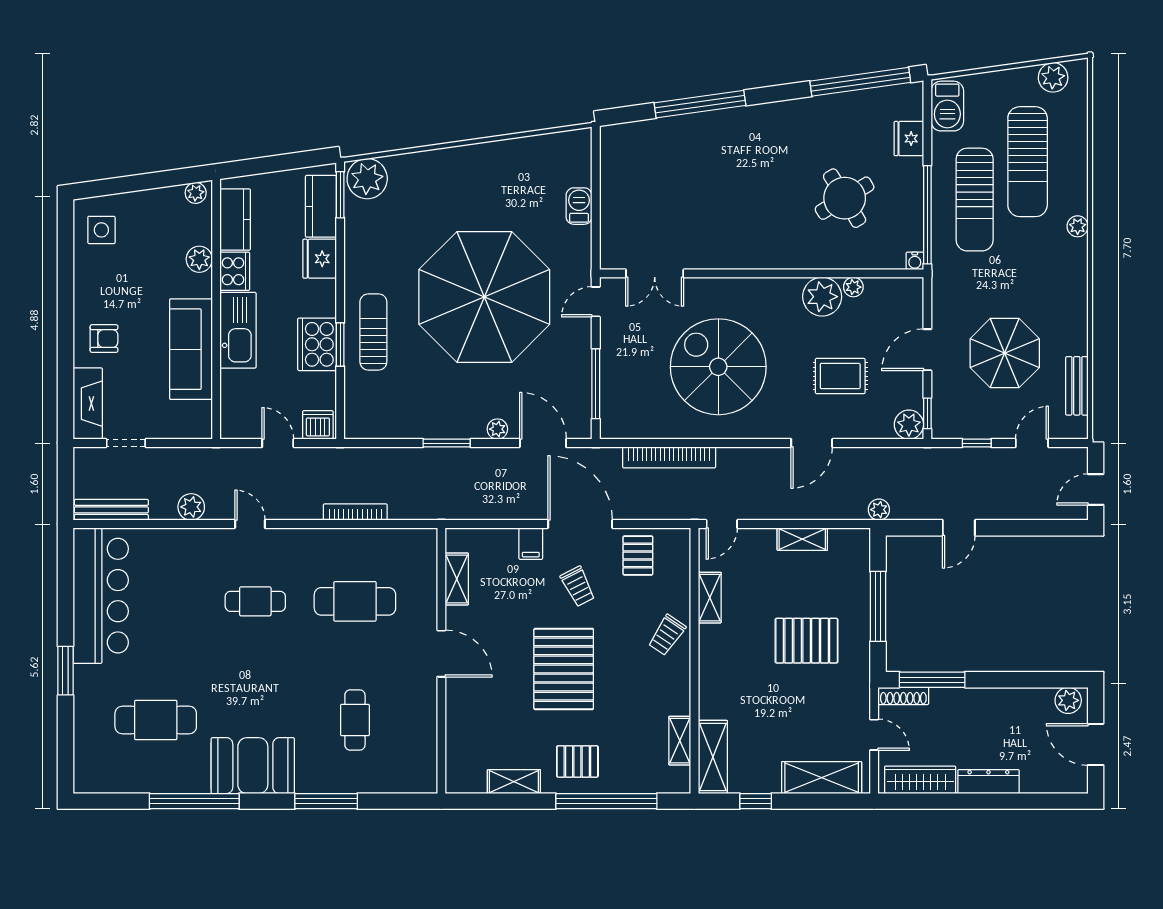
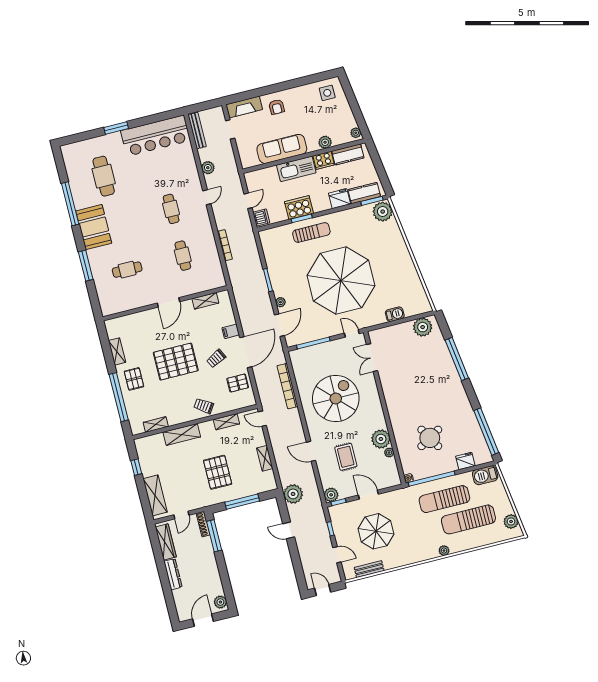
plant: (619, 157) -> (423, 327), added
plant: (879, 510) -> (293, 494), width x1.87, depth x1.87
cafe table: (355, 601) -> (183, 256), width x0.73, depth x0.74
shelving: (713, 757) -> (182, 434), moved

